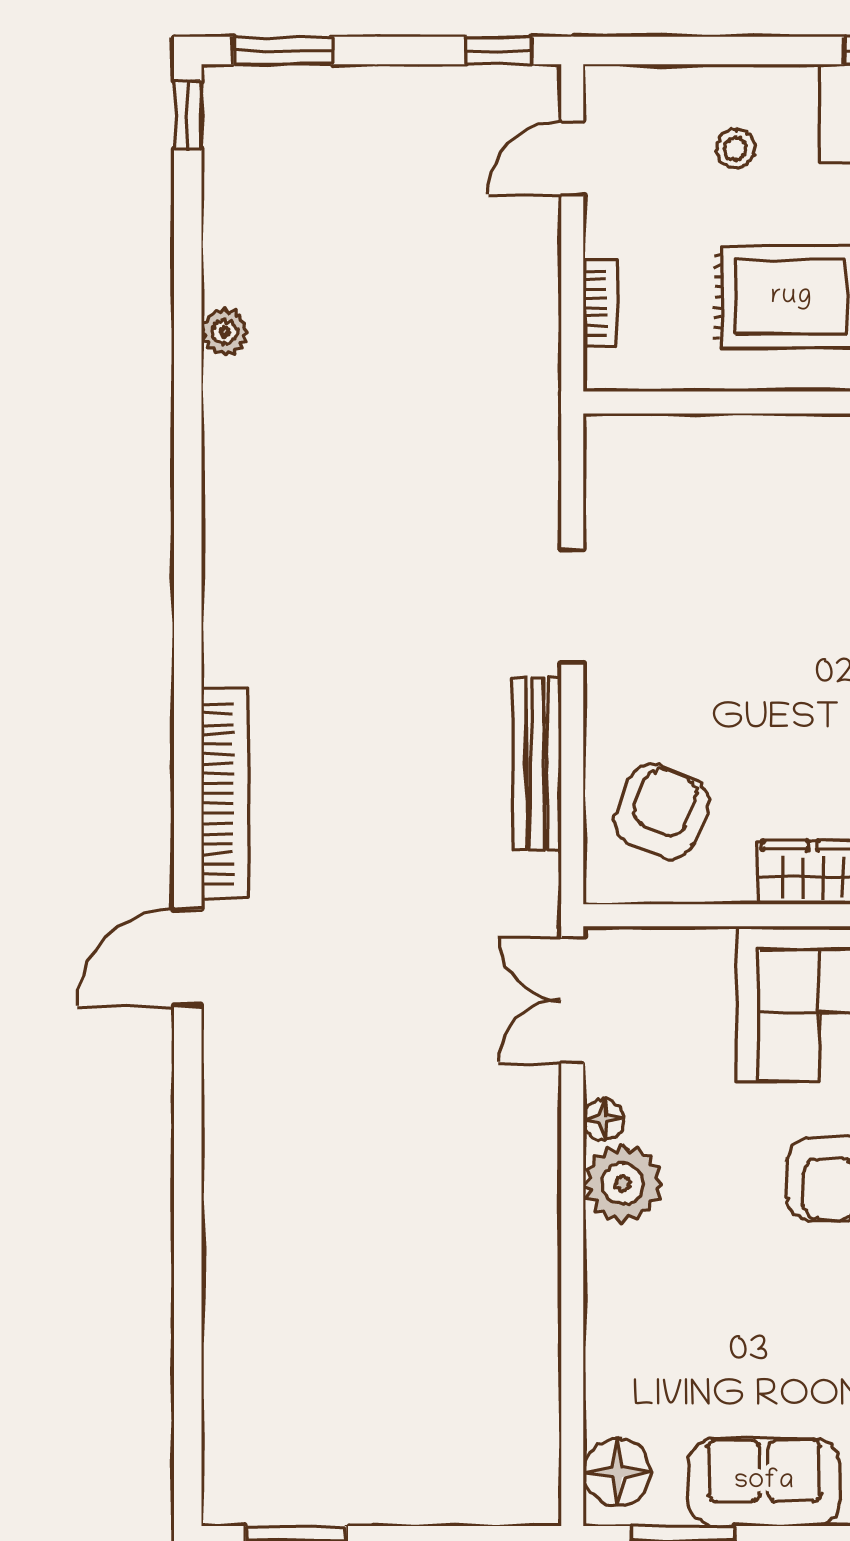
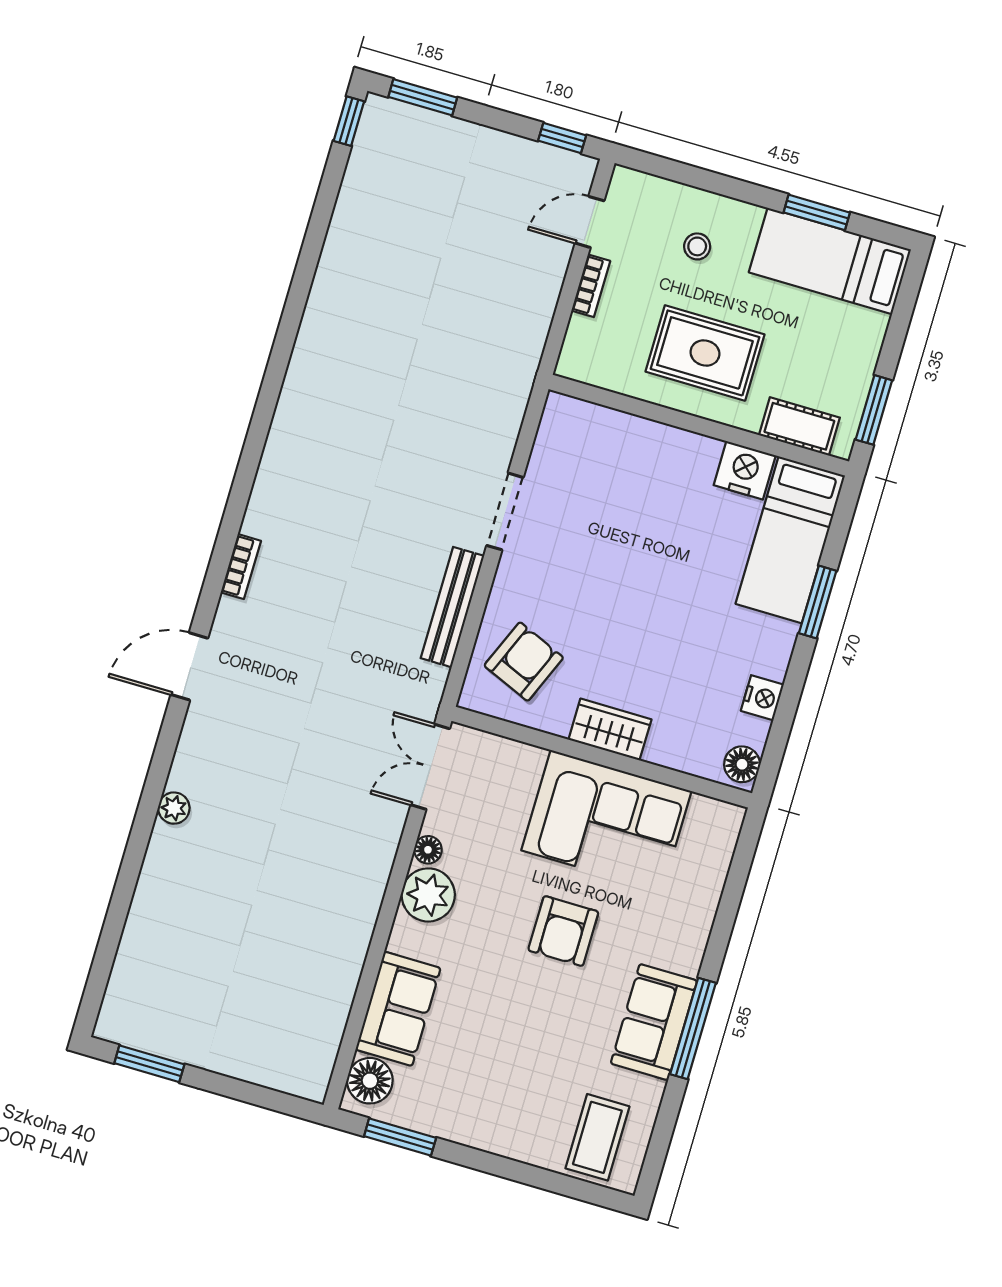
bookcase: (601, 303) -> (591, 286), moved
plant: (224, 332) -> (174, 808), moved
bookcase: (225, 794) -> (241, 567), width x0.43, depth x0.76
sofa: (764, 1482) -> (398, 1009), moved, turned 90

